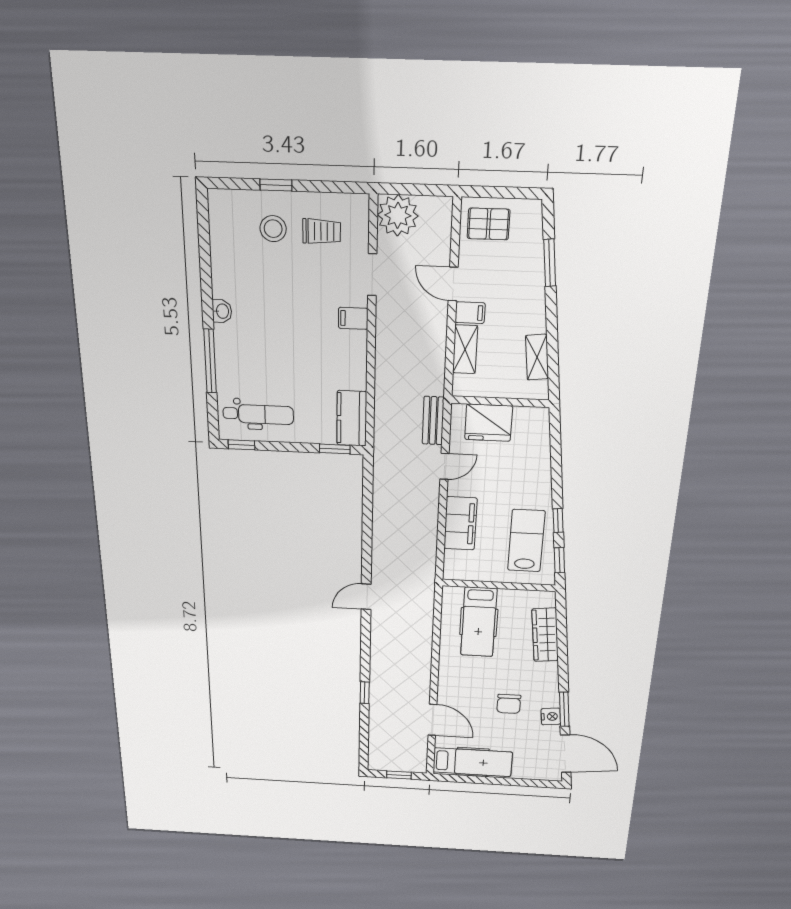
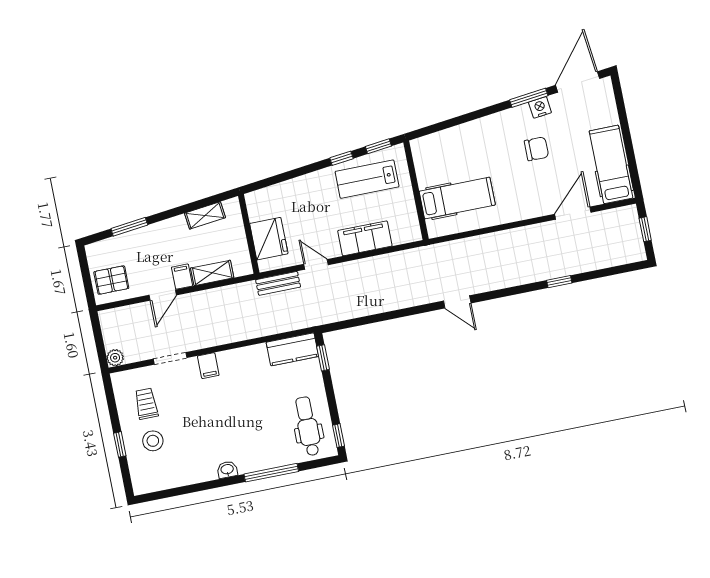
plant: (398, 215) -> (115, 358), width x0.53, depth x0.53
pallet: (489, 224) -> (111, 280), turned 90
wardrobe: (545, 635) -> (455, 137), removed

